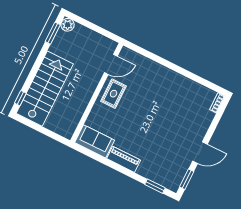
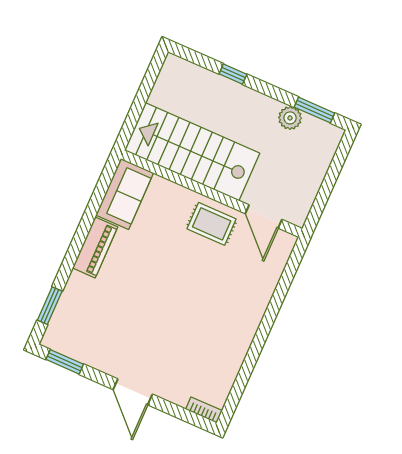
plant: (68, 25) -> (290, 118), moved
stairs: (45, 89) -> (192, 152), moved, turned 180
window: (20, 98) -> (233, 74), moved
door: (200, 153) -> (133, 392), moved

